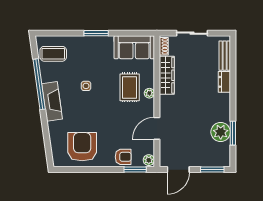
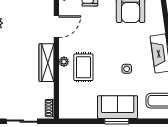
sofa: (134, 47) -> (118, 107), moved
wardrobe: (167, 75) -> (47, 63), moved

